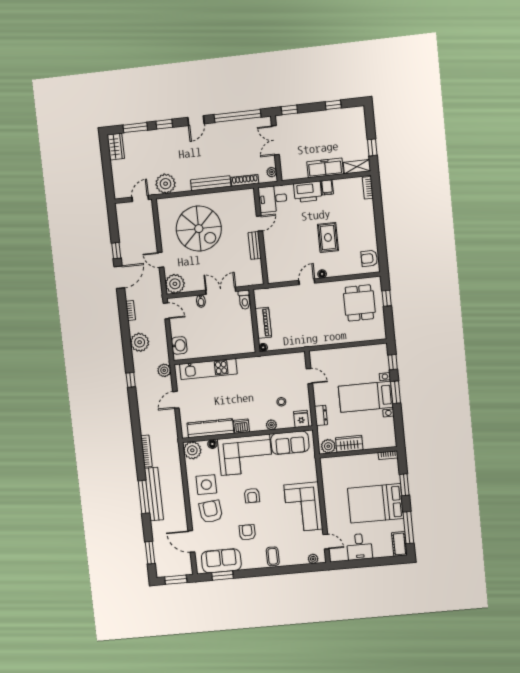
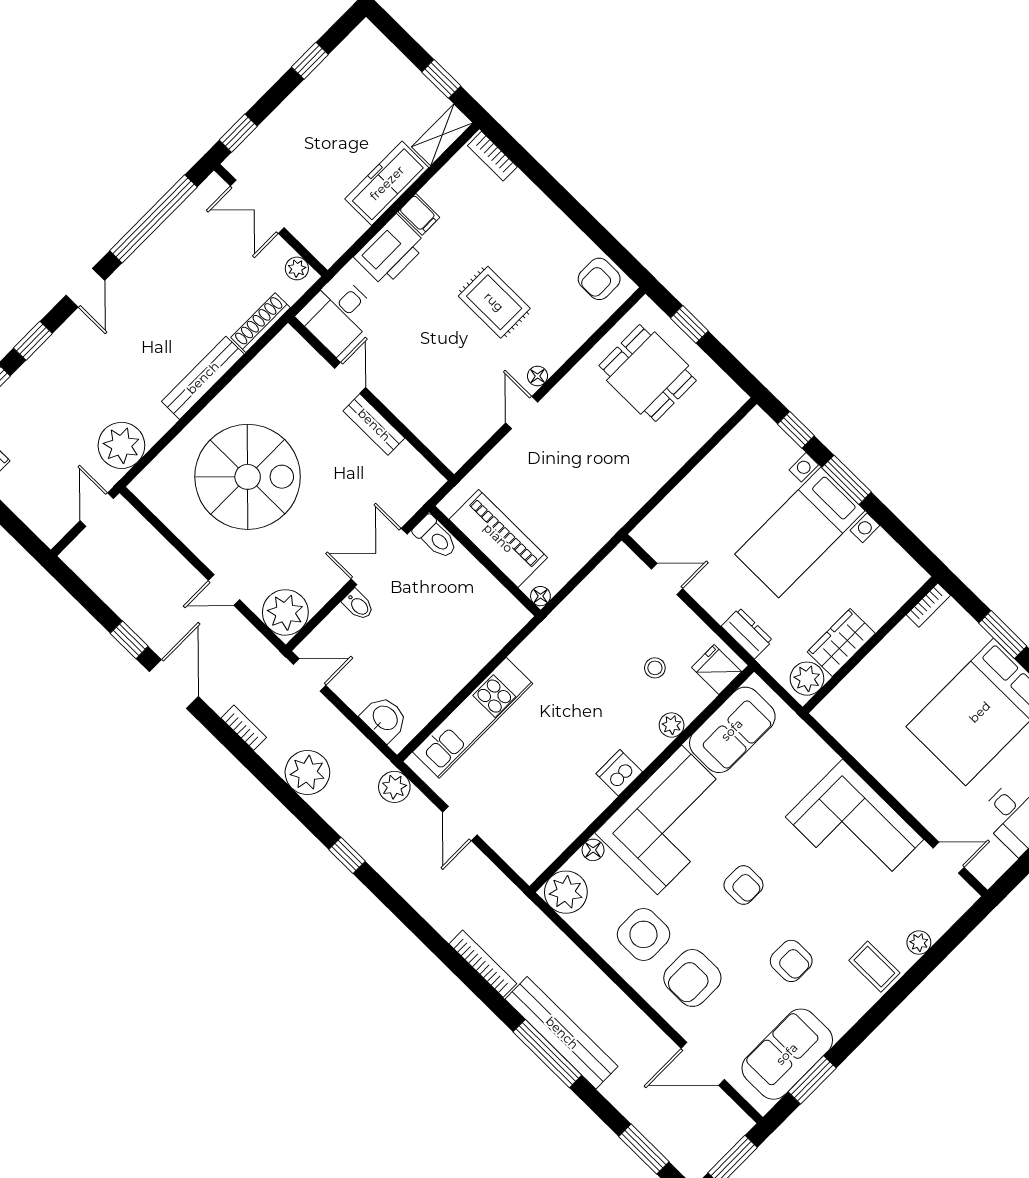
piano: (263, 323) -> (498, 538), width x1.37, depth x1.33
kitchen counter: (210, 428) -> (566, 824), removed
armchair: (211, 511) -> (692, 978), turned -84
armchair: (247, 532) -> (791, 961), turned 180
plant: (313, 559) -> (919, 943), moved

